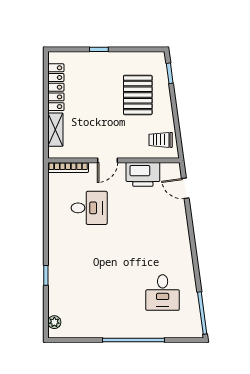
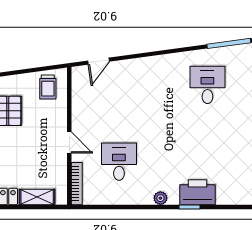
printer: (143, 174) -> (198, 192), moved, turned -90
desk: (163, 293) -> (207, 85), turned -90
plant: (54, 322) -> (160, 198), moved

